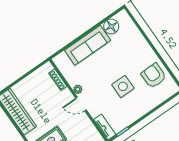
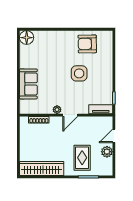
floor lamp: (111, 26) -> (27, 38), moved
sofa: (88, 45) -> (28, 84), width x0.73

